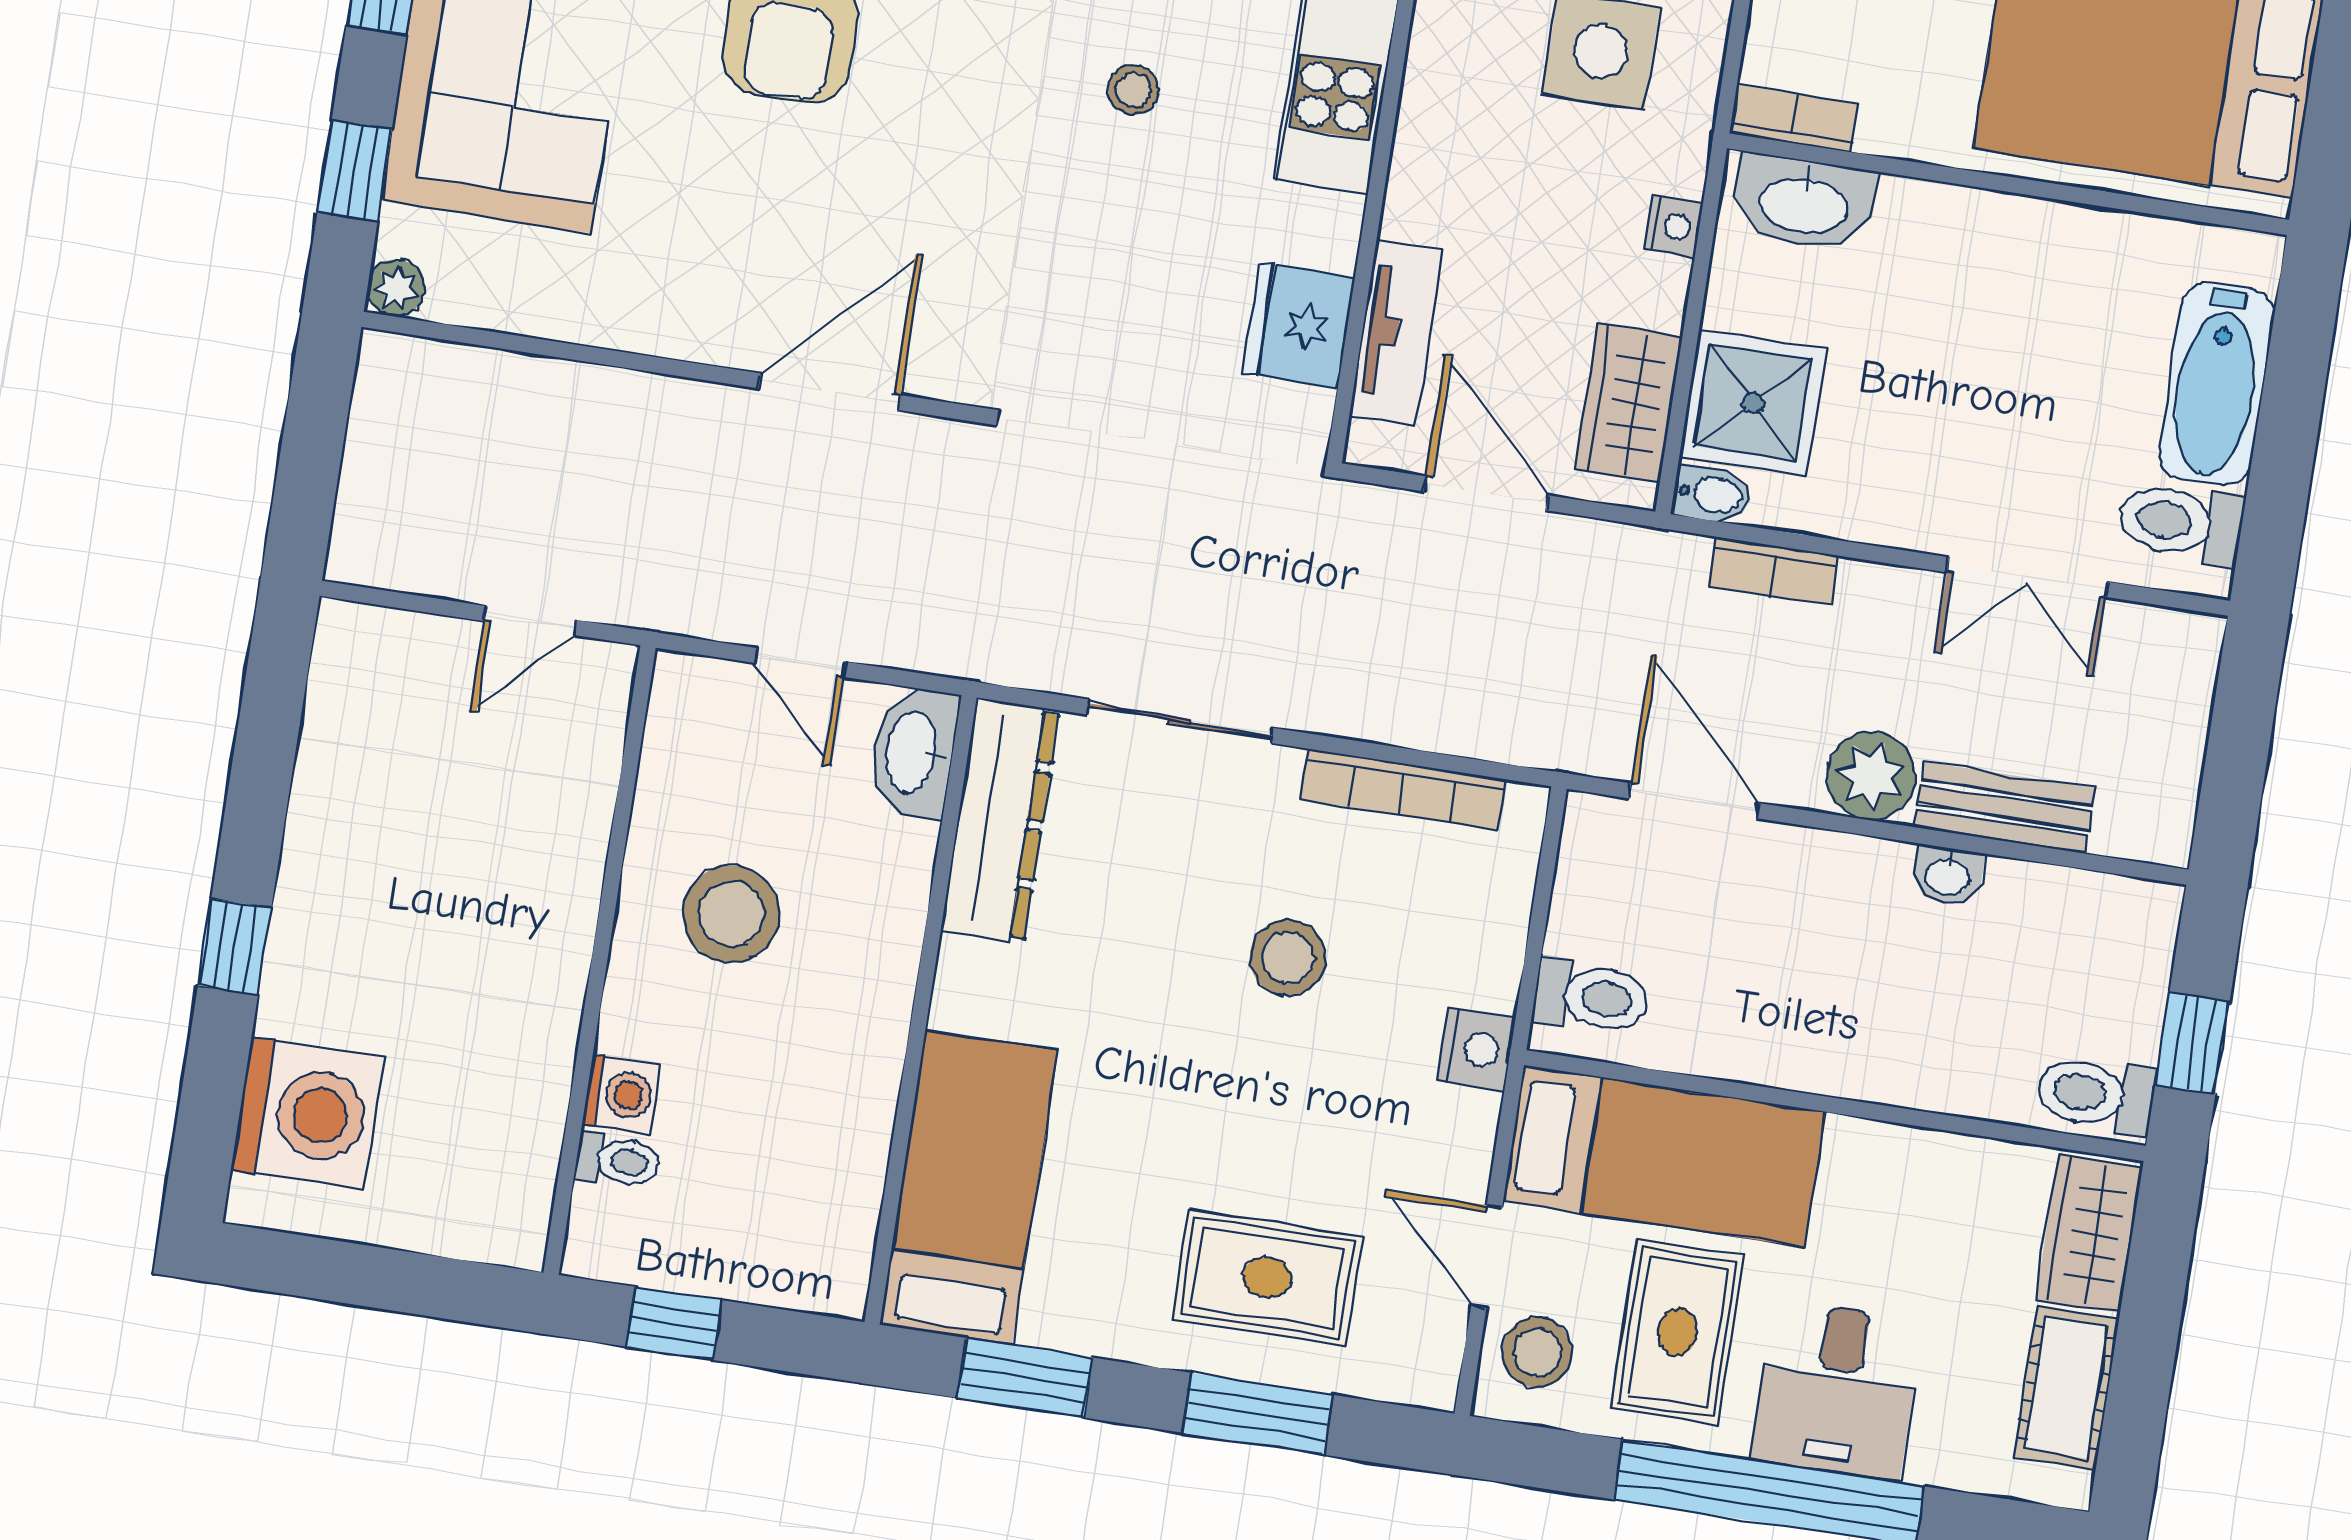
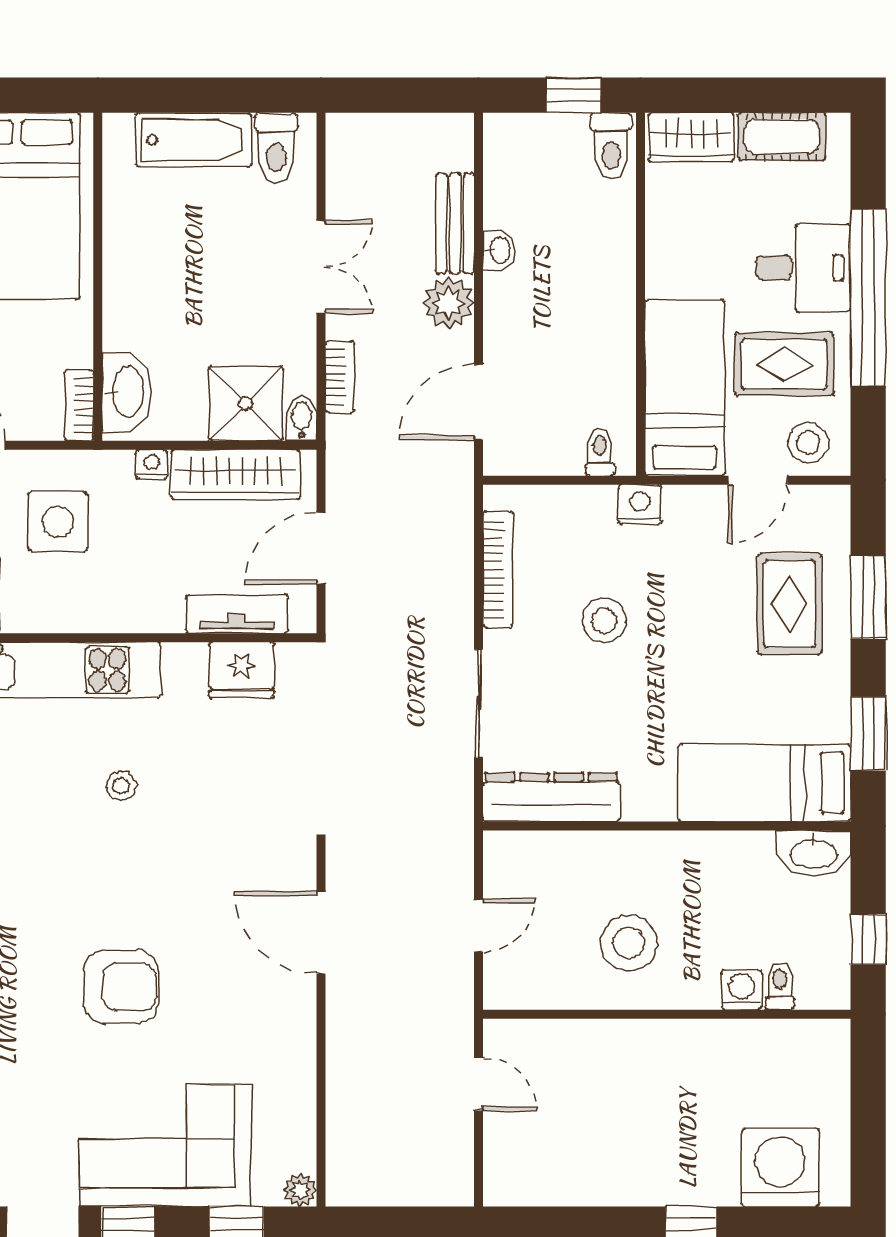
wardrobe: (1629, 403) -> (235, 474), width x1.50
double door: (2027, 577) -> (321, 267), moved
washbasin: (913, 752) -> (814, 853), moved
toilet: (1591, 997) -> (600, 452), width x0.73, depth x0.72

